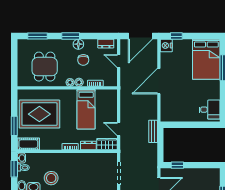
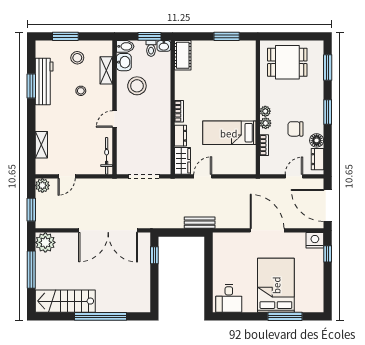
floor lamp: (78, 44) -> (317, 140), moved
bed: (206, 59) -> (276, 285), moved, turned 90
dining table: (45, 67) -> (287, 62), moved
rug: (39, 114) -> (223, 70), removed
window: (14, 126) -> (227, 36), moved

